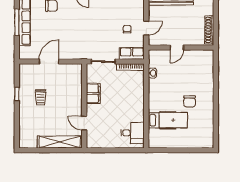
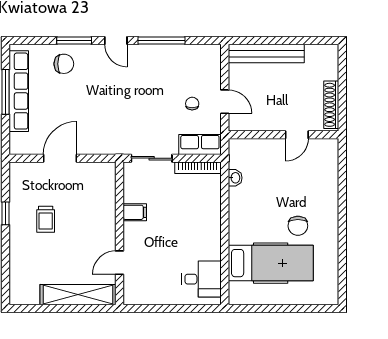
door: (146, 28) -> (225, 102), hinge flipped
door: (177, 48) -> (297, 135), moved
filing cabinet: (93, 93) -> (135, 212), width x0.50
hospital bed: (168, 120) -> (271, 263), width x1.37, depth x1.29
door: (84, 123) -> (120, 263), hinge flipped

